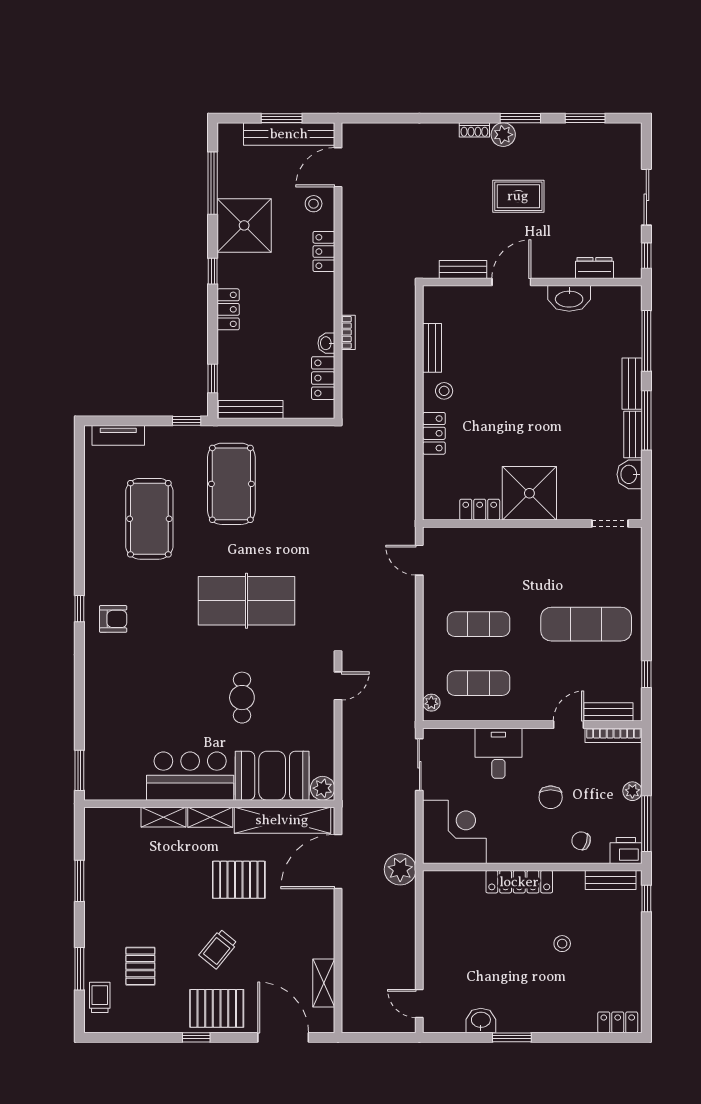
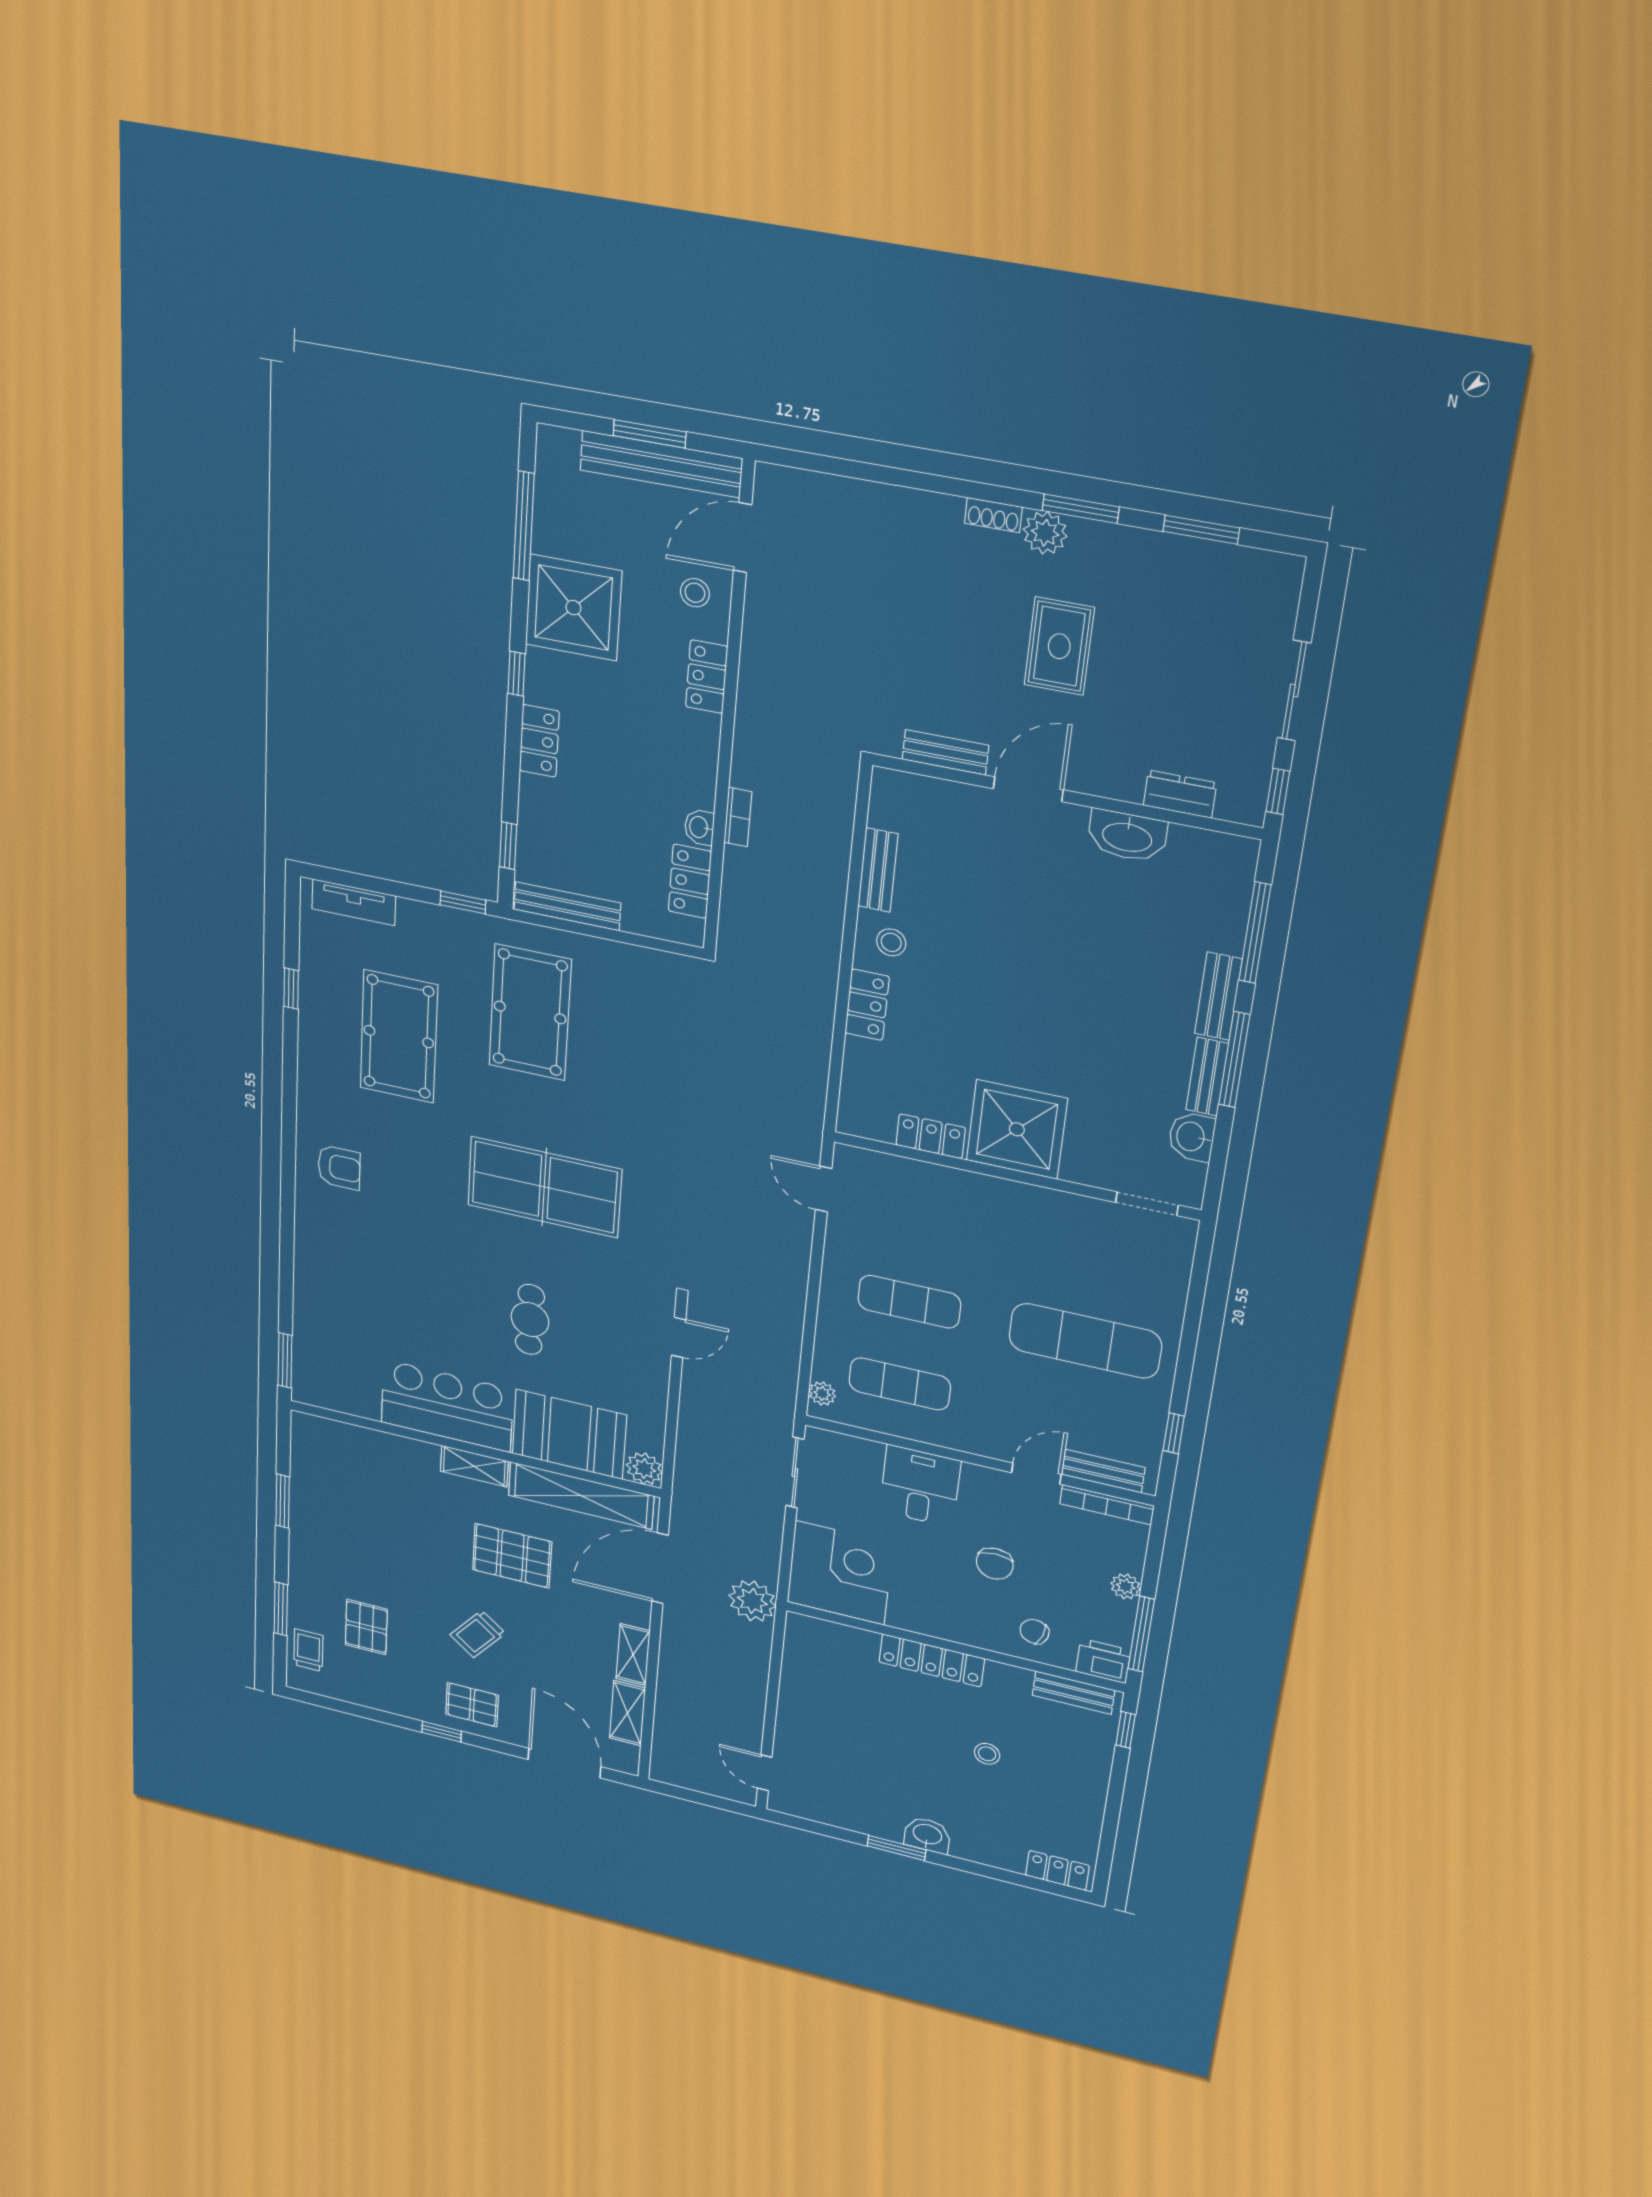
rug: (518, 196) -> (1059, 646), turned 90
window: (79, 609) -> (291, 989), moved
shelving: (164, 817) -> (633, 1655), moved, turned 90
pallet: (217, 1008) -> (472, 1705), width x0.67, depth x0.71
washbasin: (481, 1021) -> (927, 1835), moved

